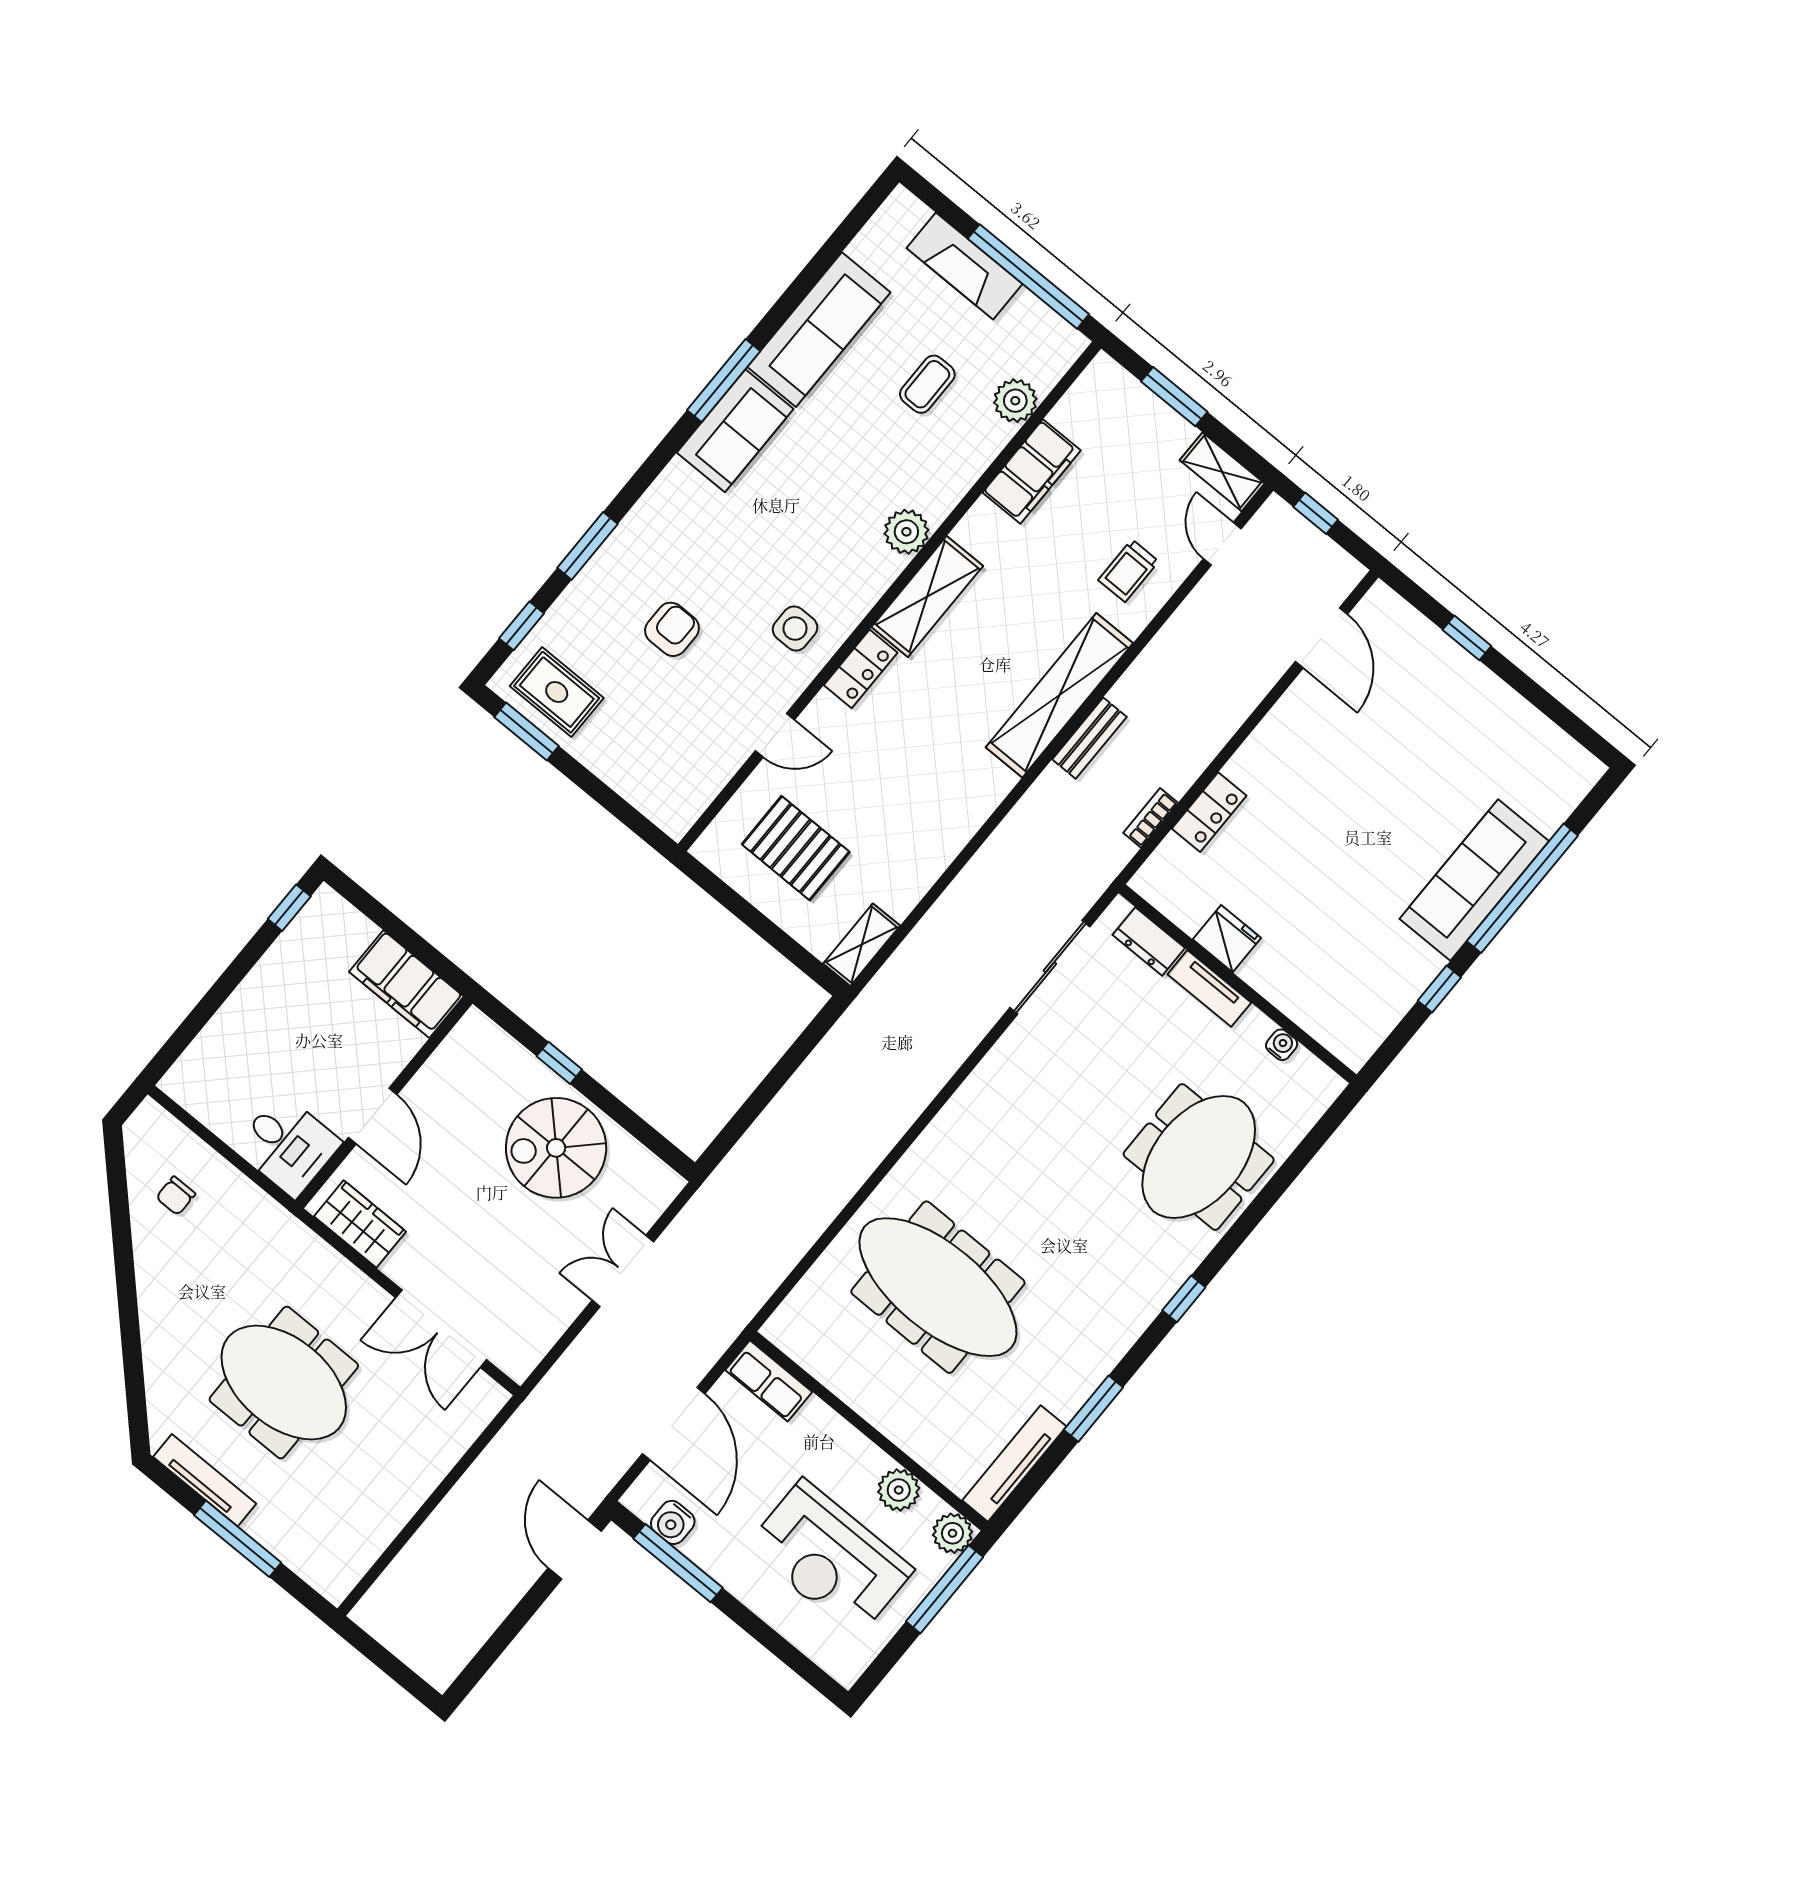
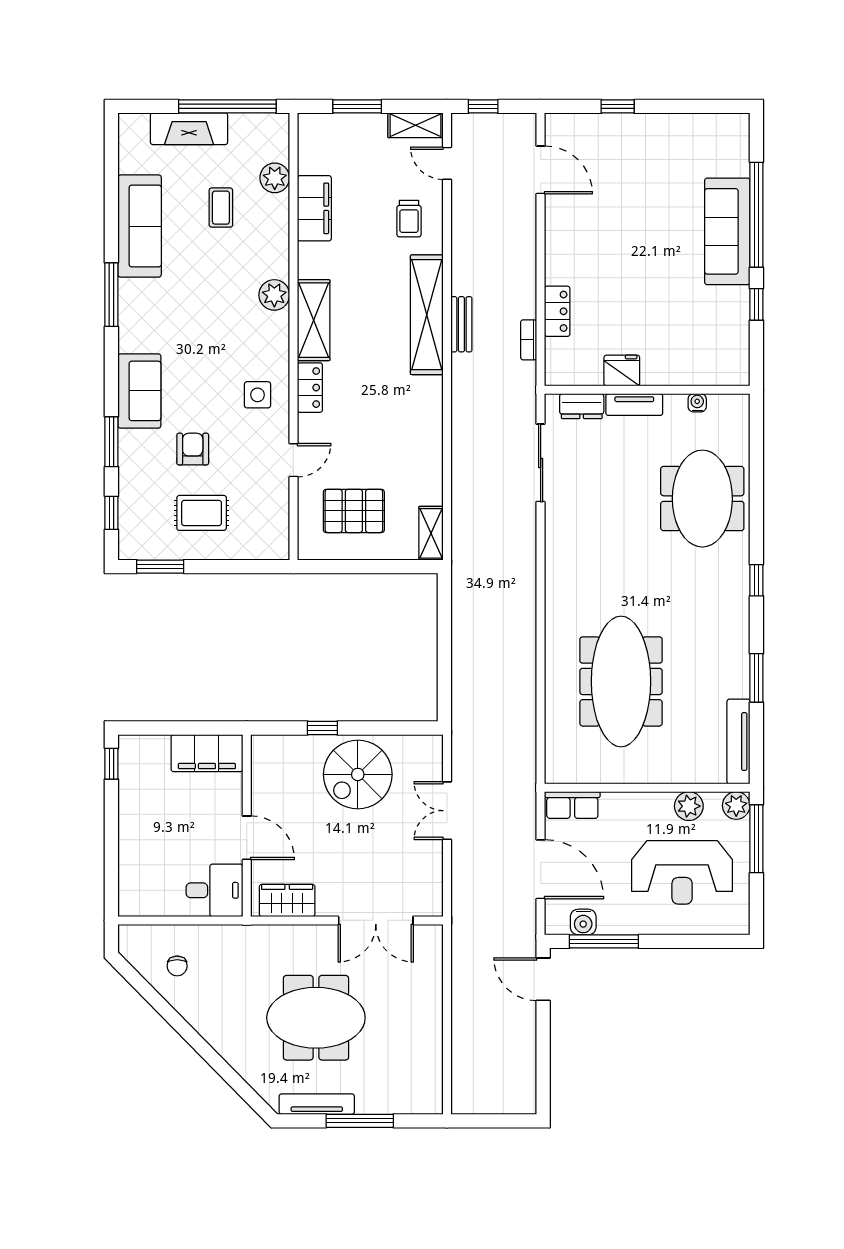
sofa: (735, 431) -> (139, 391), moved
rug: (557, 692) -> (202, 513), moved
meeting table: (938, 1287) -> (621, 681), turned 90

